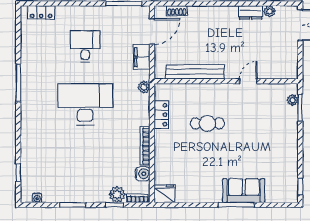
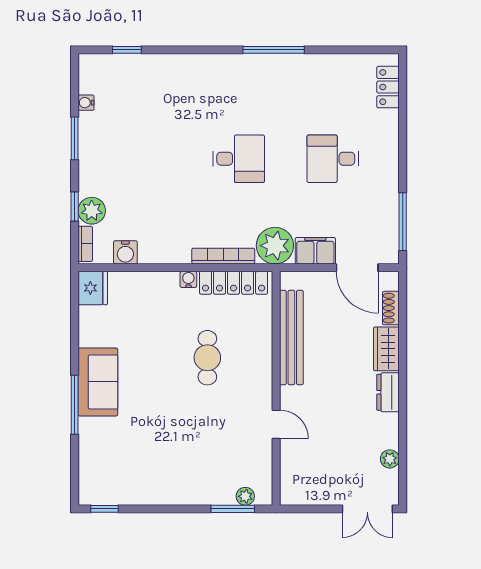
dresser: (251, 12) -> (388, 392), moved
wardrobe: (202, 13) -> (386, 349), added
desk: (85, 46) -> (333, 159), turned 180
plant: (144, 87) -> (275, 246), width x1.88, depth x1.88
desk: (85, 104) -> (239, 159), width x0.53, depth x0.77
locker: (161, 115) -> (234, 283), width x1.53
water cooler: (159, 135) -> (188, 279), added
bookcase: (145, 146) -> (223, 256), moved
sofa: (244, 191) -> (98, 382), moved
water cooler: (37, 198) -> (86, 103), moved

